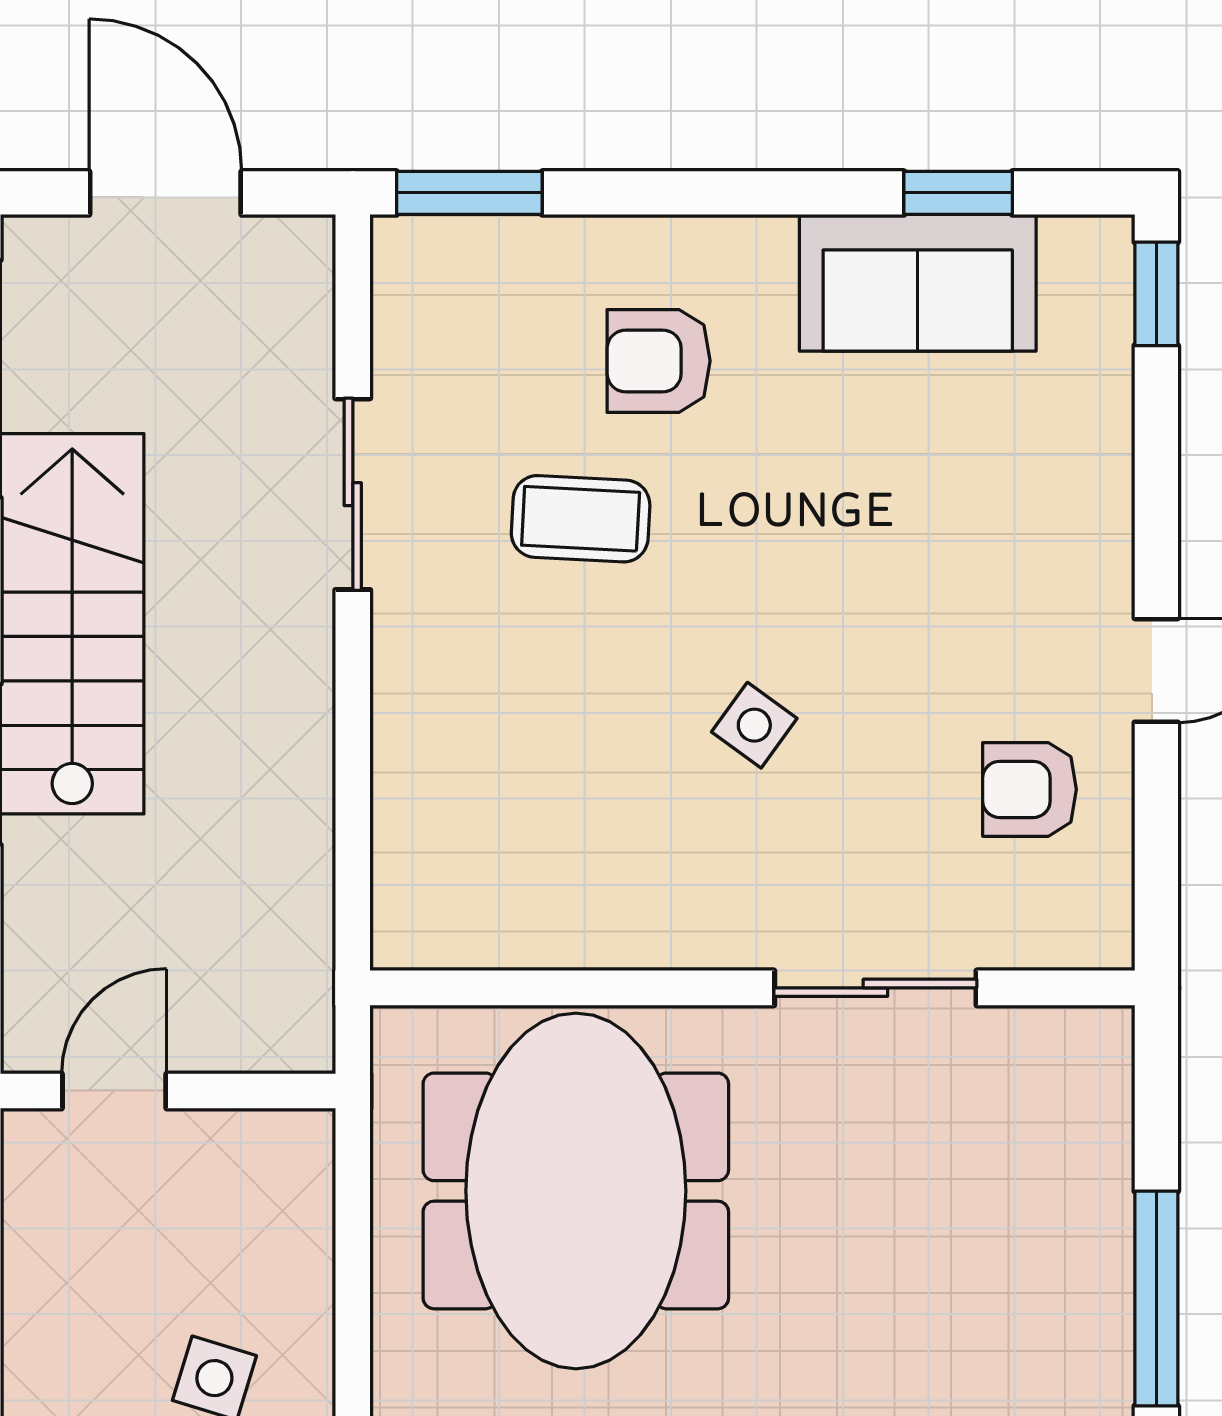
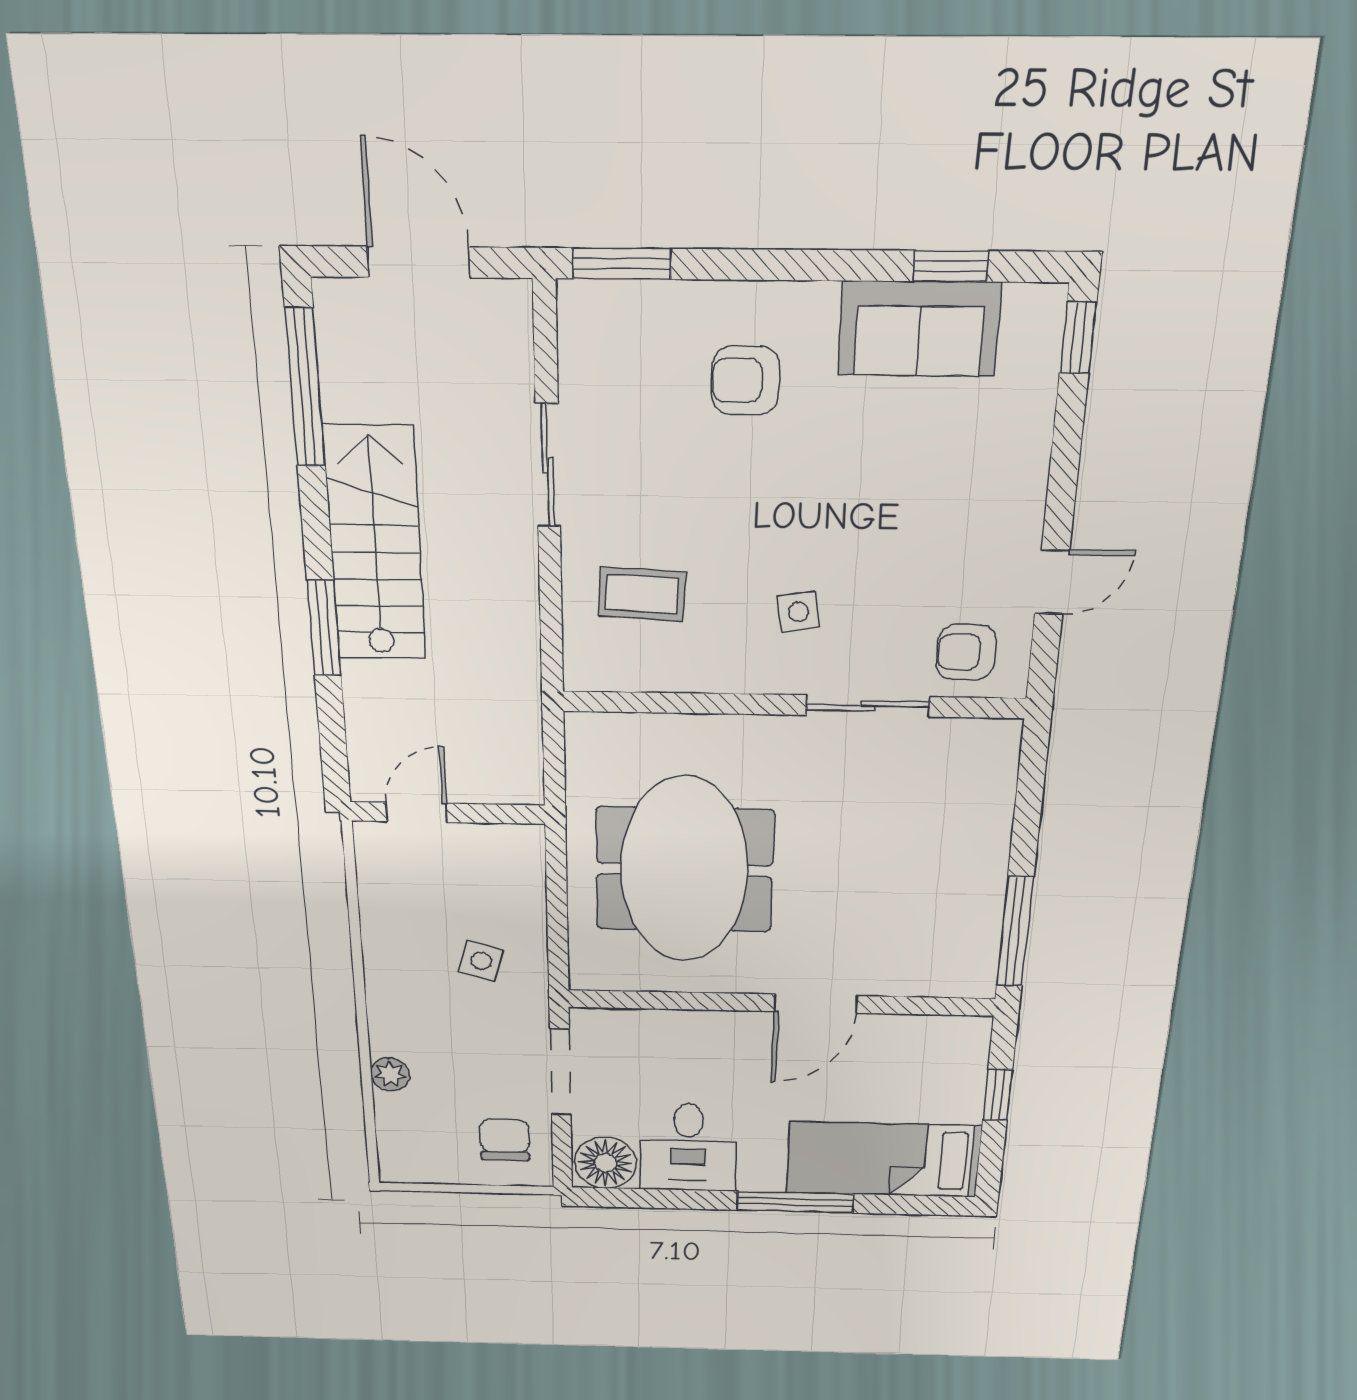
coffee table: (581, 519) -> (642, 594), moved
side table: (754, 725) -> (798, 612), turned 45
wall: (752, 988) -> (793, 705), moved
sliding door: (875, 988) -> (868, 706), moved

